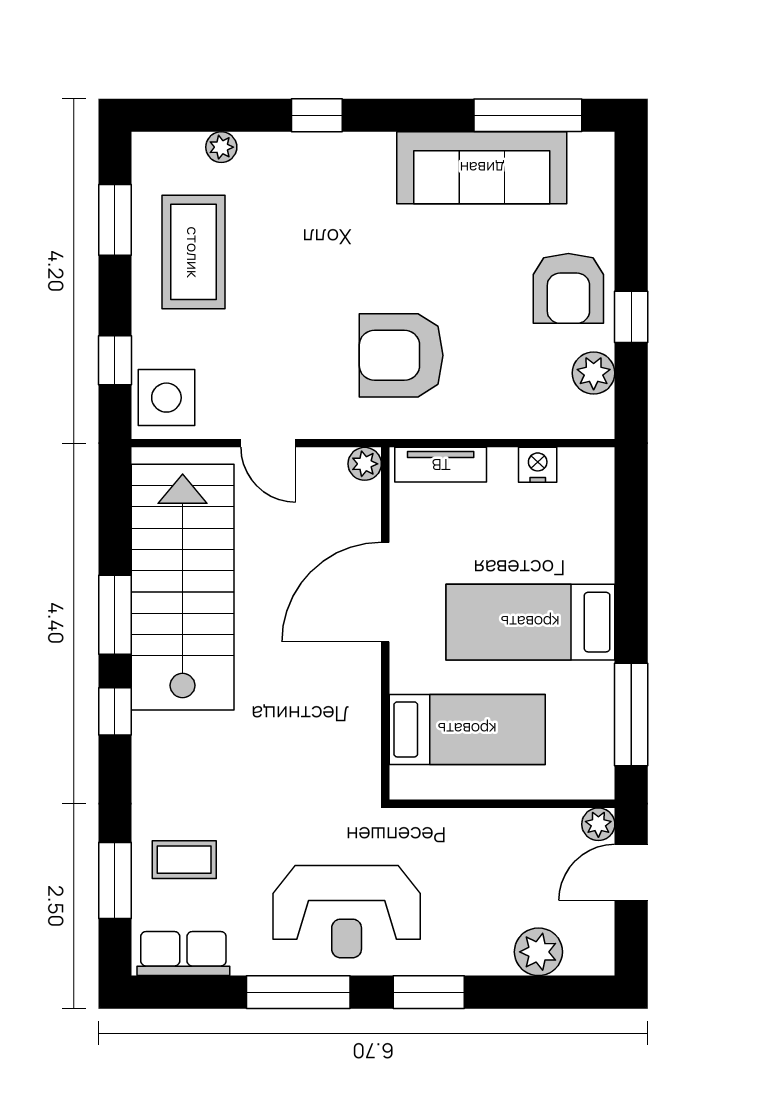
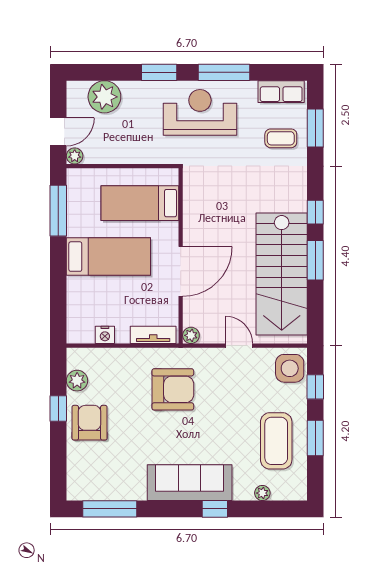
sofa: (482, 168) -> (190, 483), moved
window: (115, 220) -> (315, 438), moved
plant: (538, 952) -> (104, 97), width x1.36, depth x1.36

